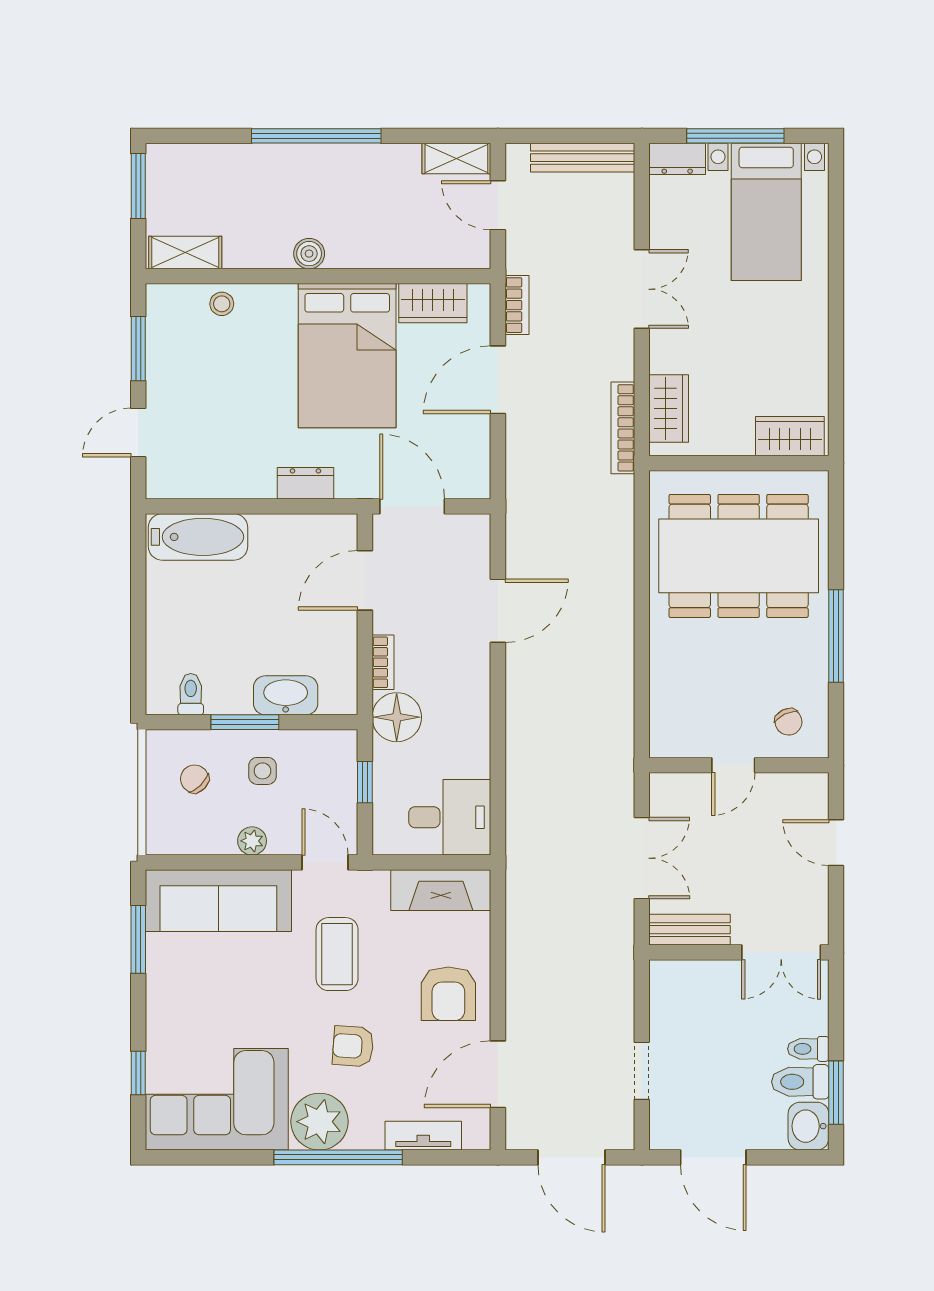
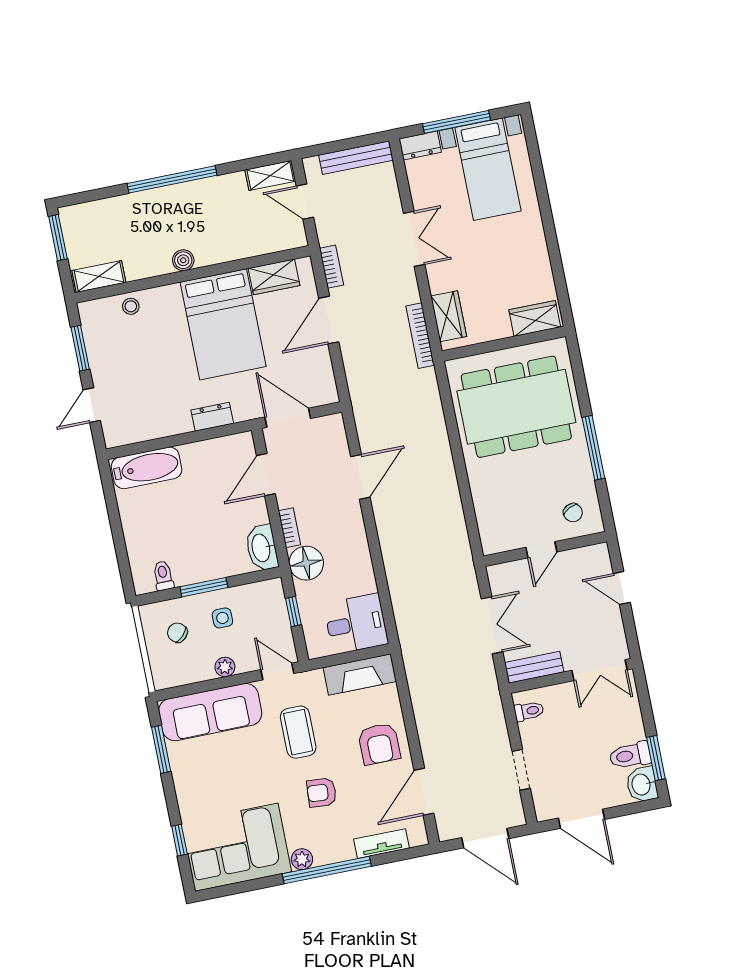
washbasin: (286, 695) -> (262, 548), moved, turned -90
toilet: (808, 1049) -> (529, 711), moved, turned 180
plant: (319, 1122) -> (302, 859), width x0.53, depth x0.53

